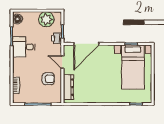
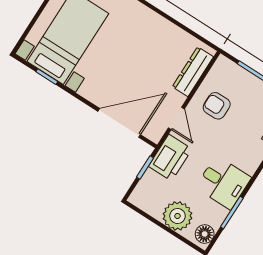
plant: (46, 19) -> (177, 216), moved
printer: (56, 38) -> (170, 158), width x1.87, depth x1.48

